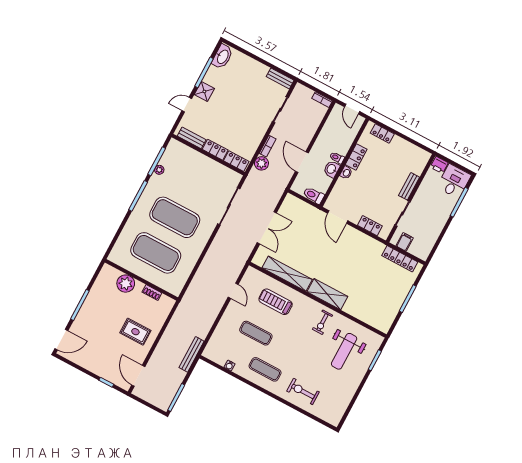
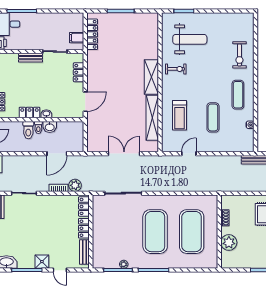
toilet: (314, 195) -> (28, 130), moved

